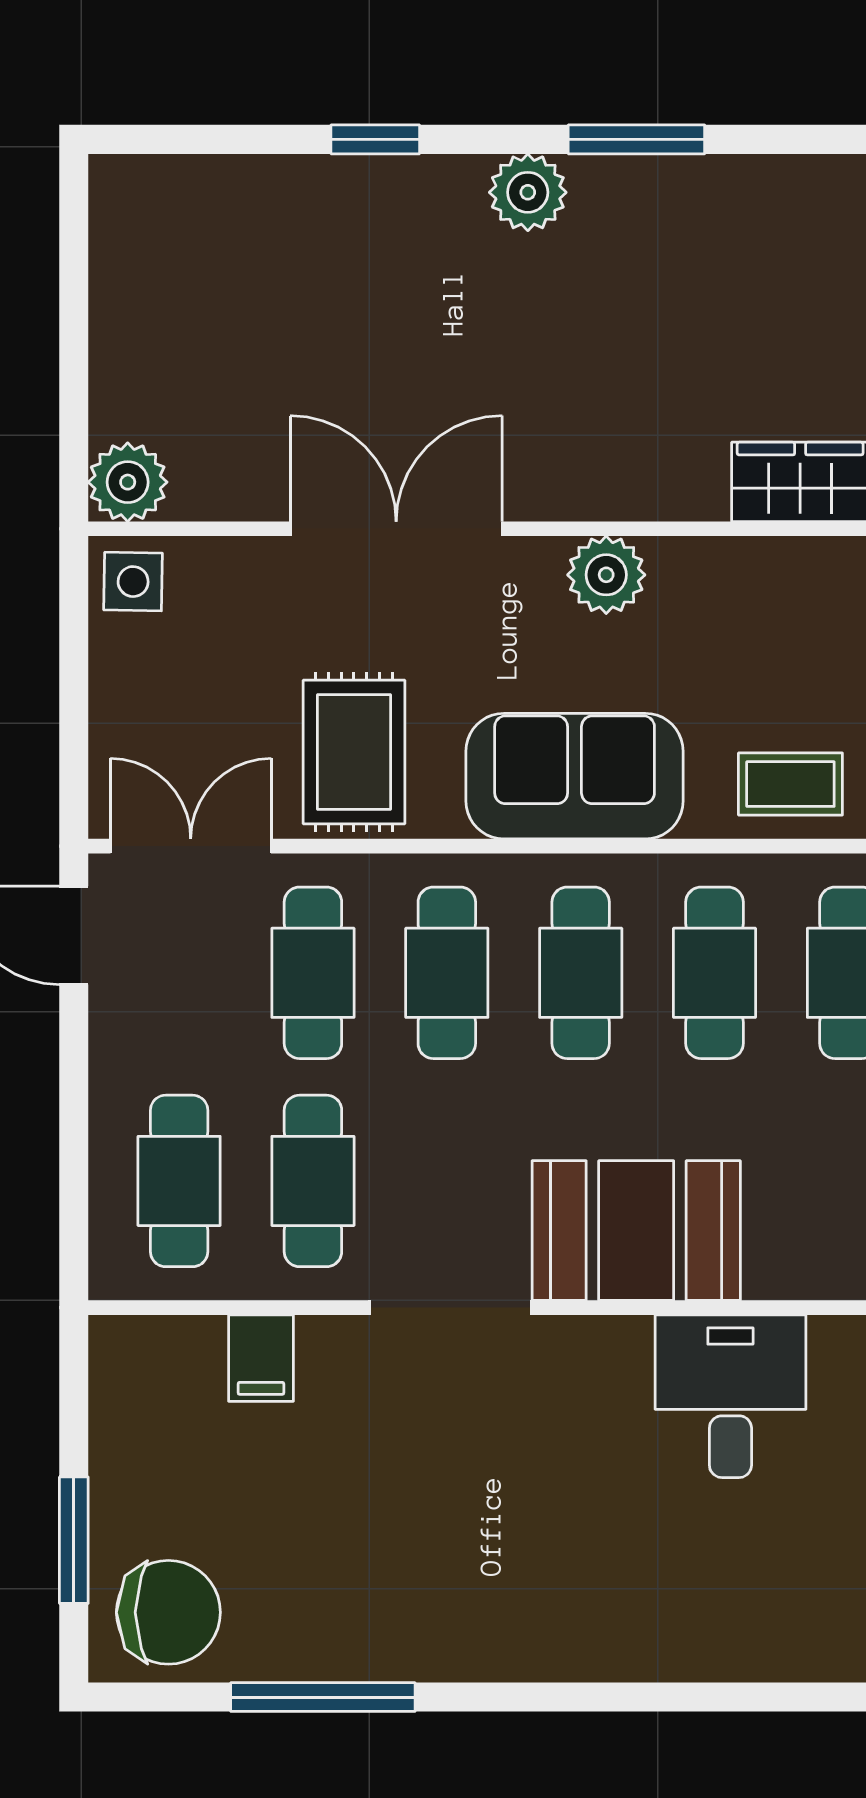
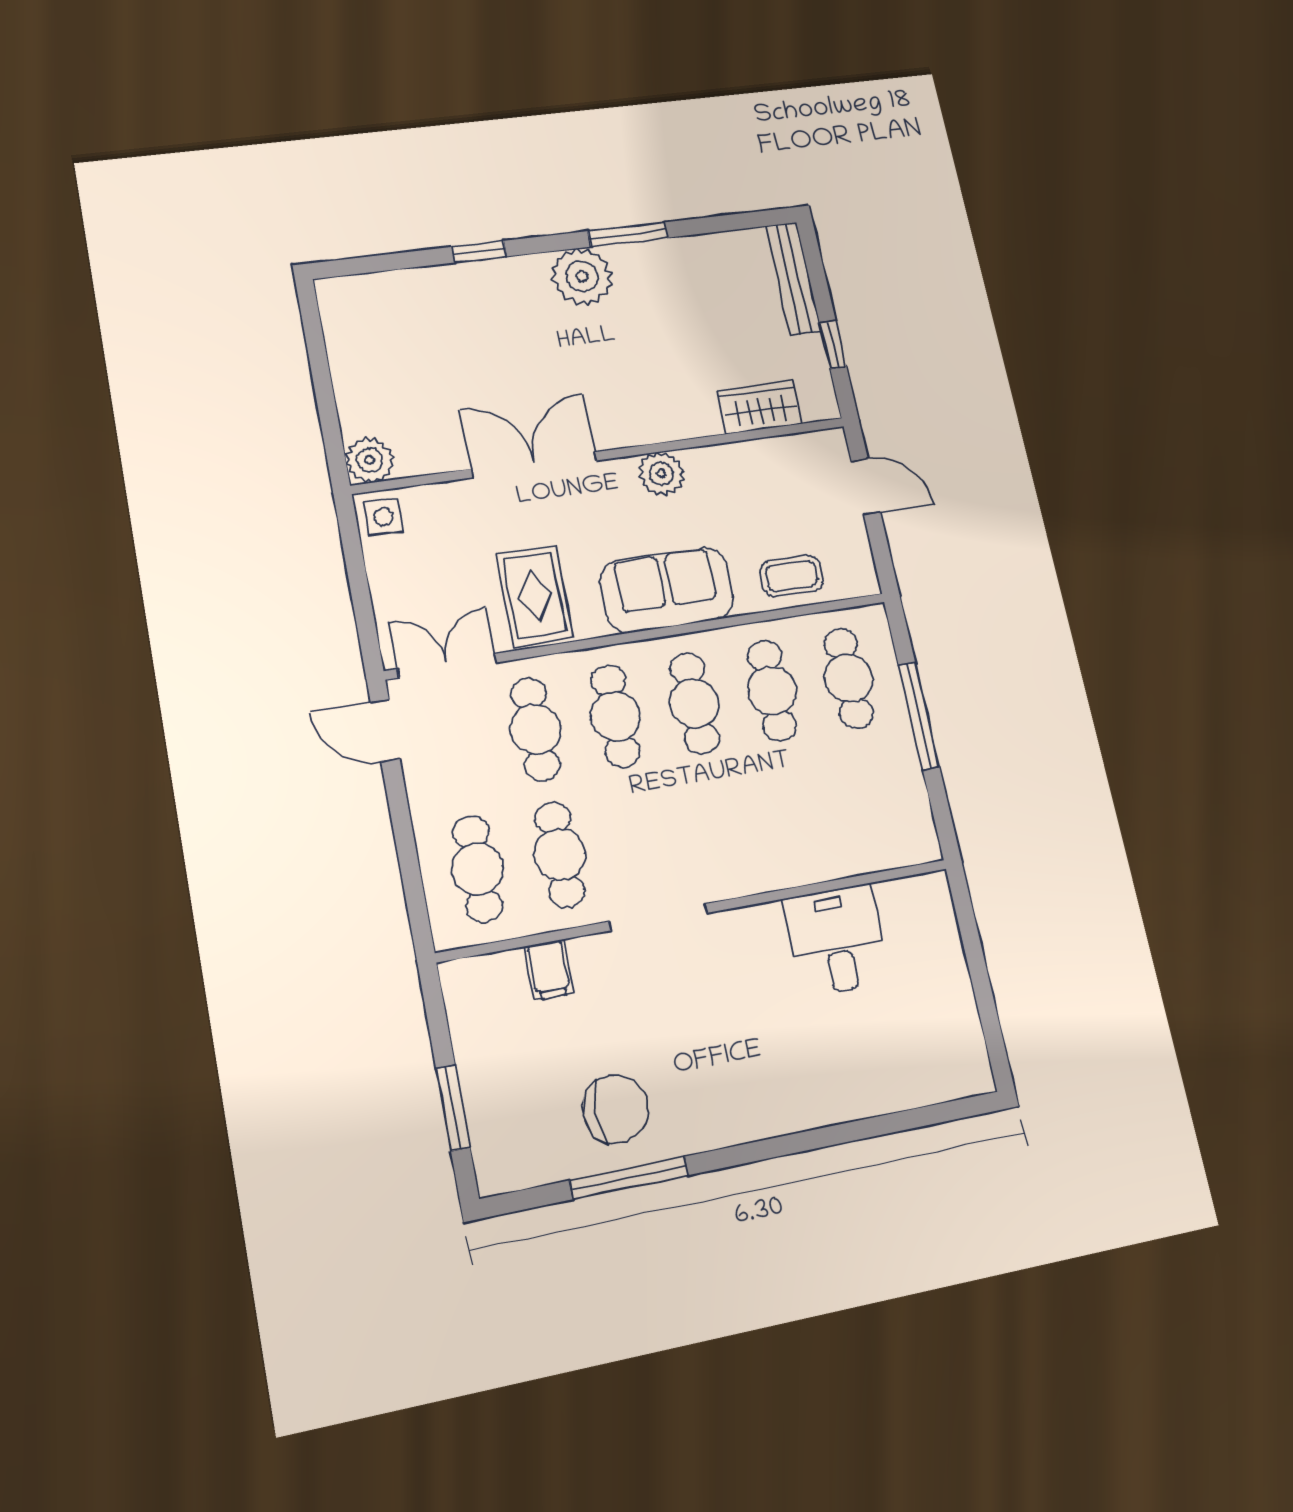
plant: (528, 192) -> (582, 276), width x1.36, depth x1.36
booth: (636, 1231) -> (759, 850), removed
chair: (168, 1612) -> (616, 1109), moved

